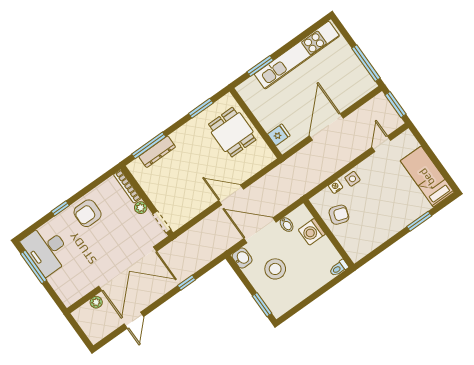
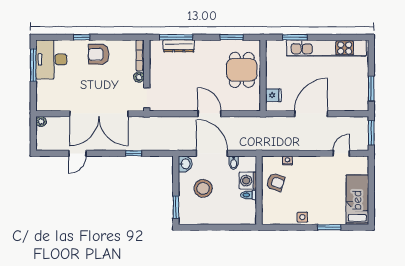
window: (366, 63) -> (371, 89), width x0.69
side table: (352, 179) -> (302, 217), moved
toilet: (339, 268) -> (249, 195), moved
plant: (96, 302) -> (41, 122), moved

